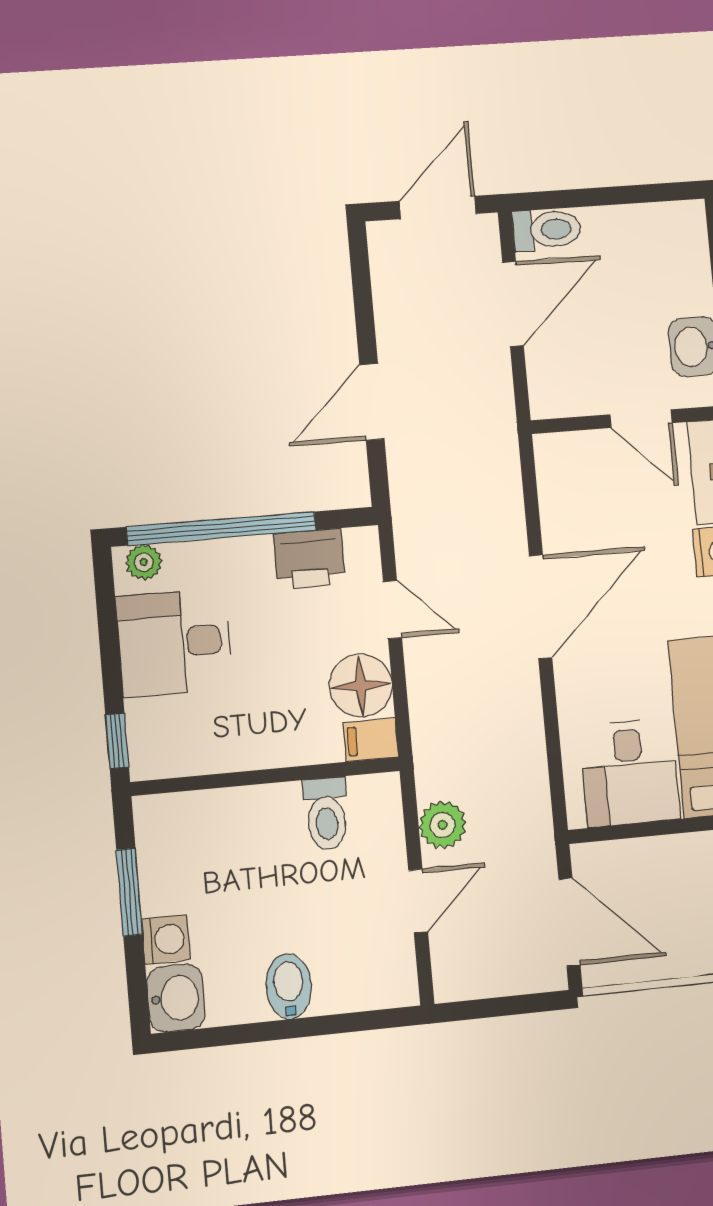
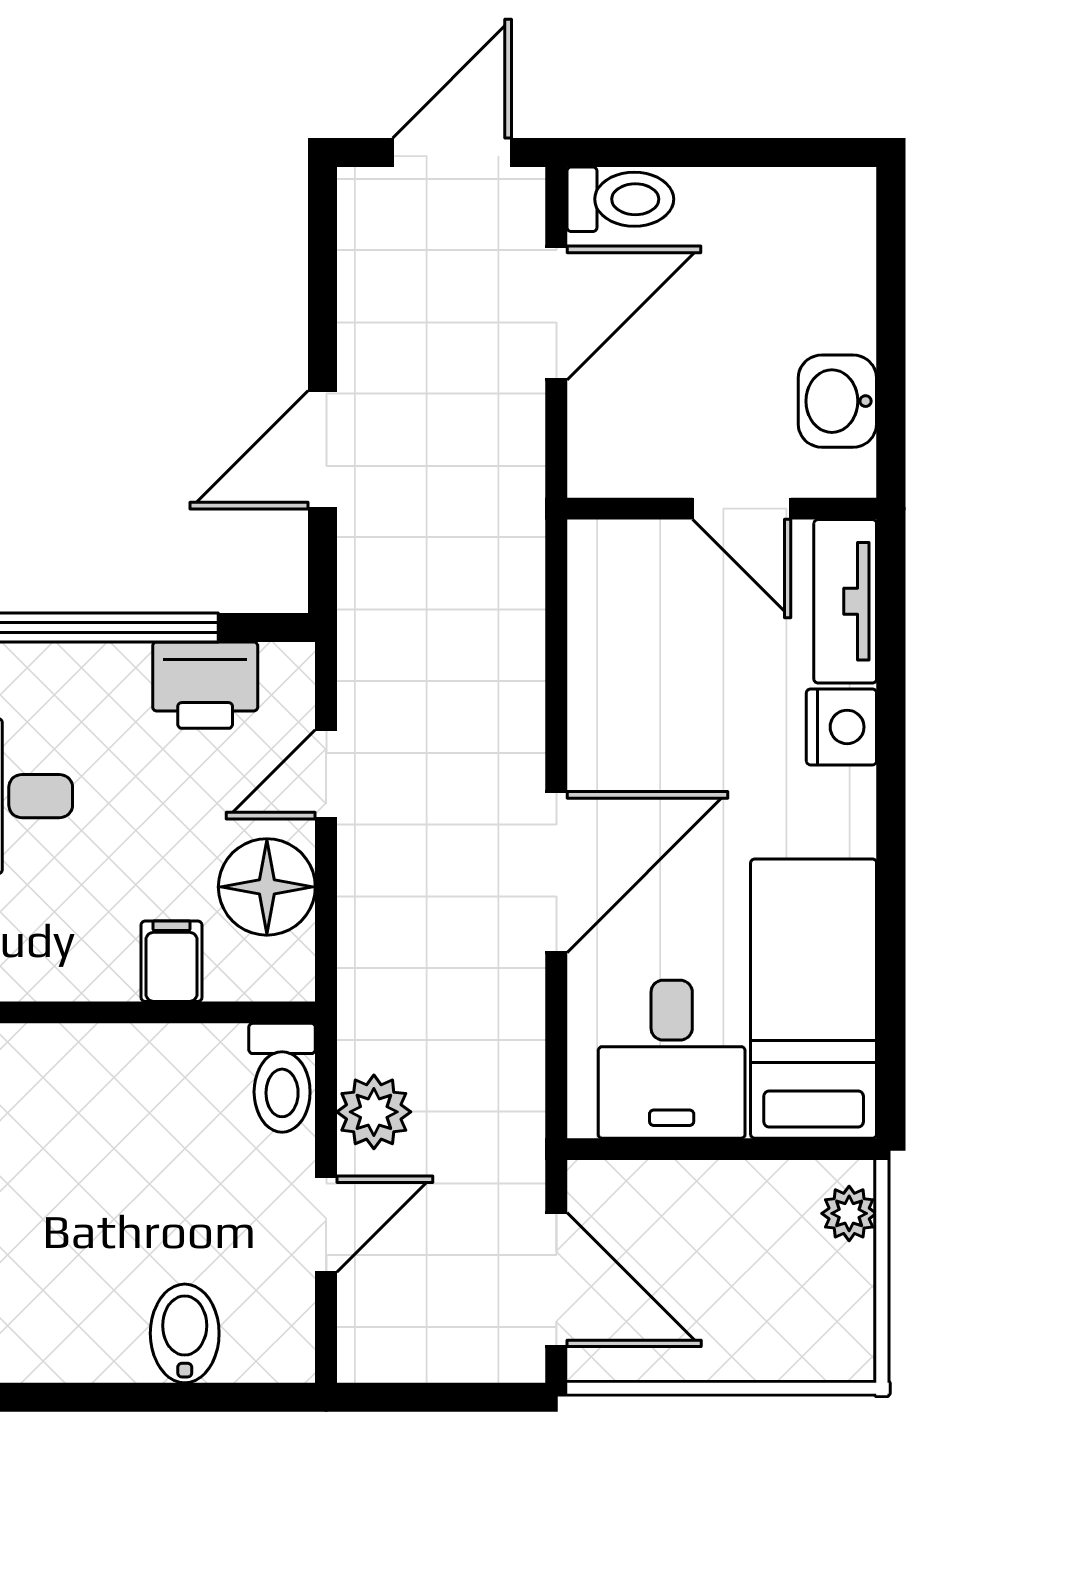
door: (541, 607) -> (556, 872), moved
door: (393, 610) -> (326, 774), swing flipped
filing cabinet: (371, 740) -> (172, 961), moved, turned 90
toilet: (326, 814) -> (282, 1078), moved
bidet: (289, 986) -> (185, 1333), moved

